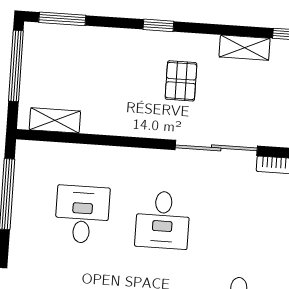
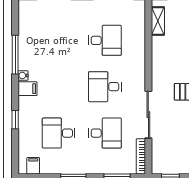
desk: (243, 225) -> (105, 133), added

